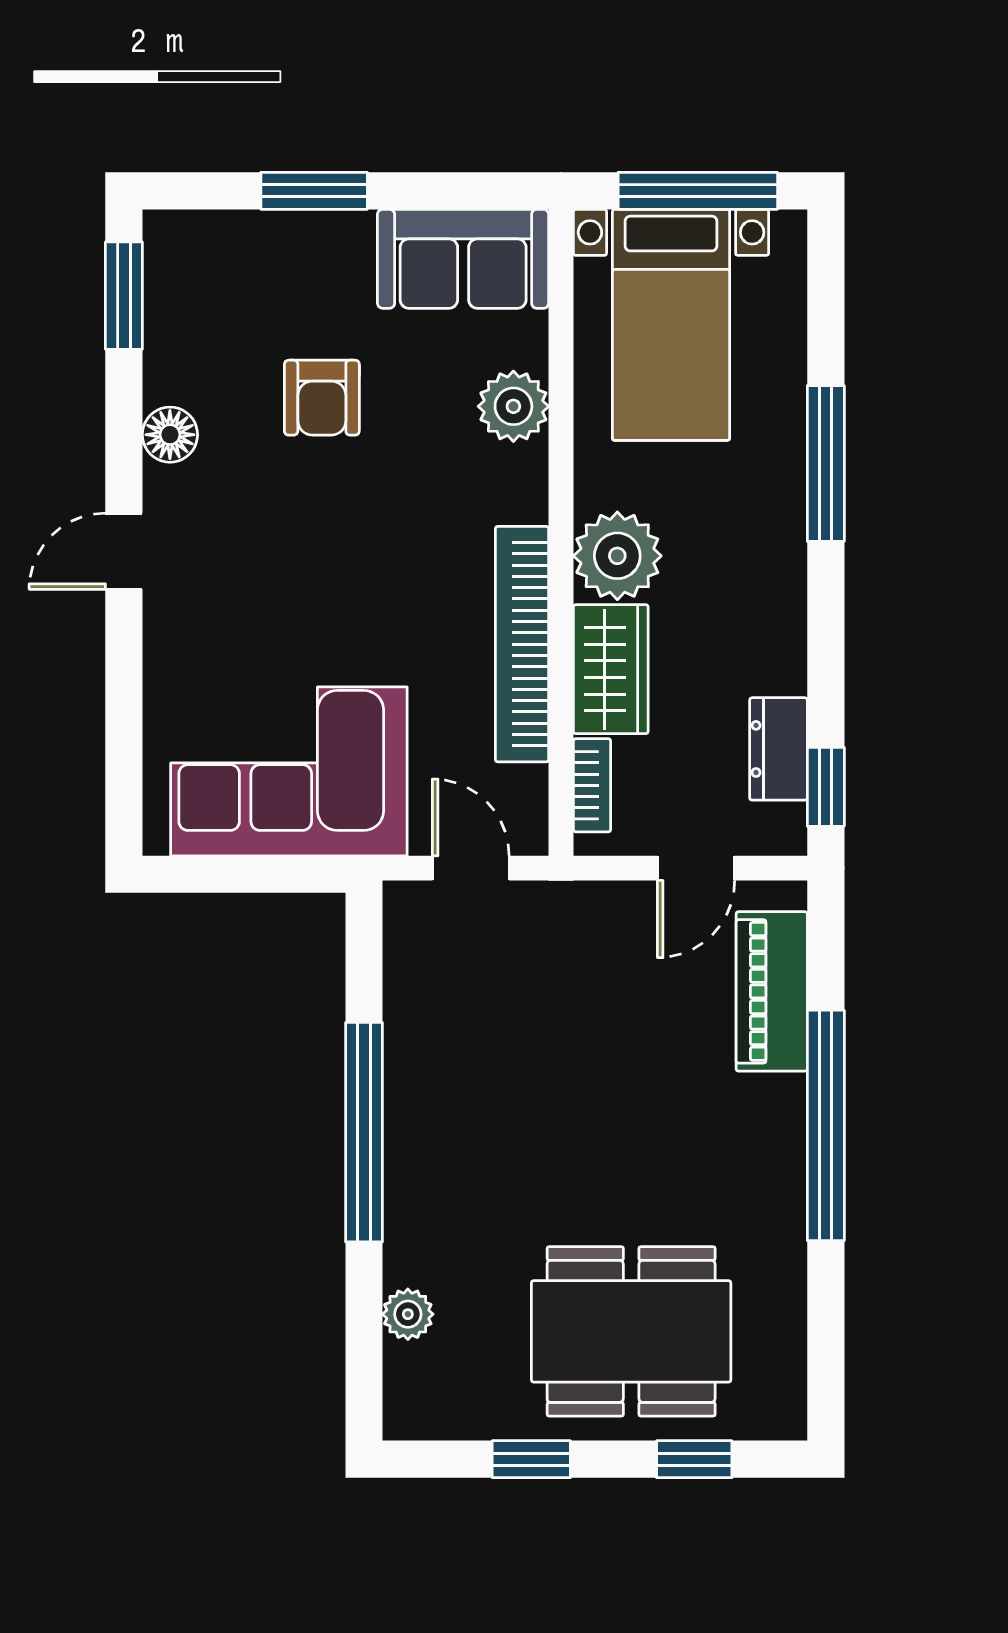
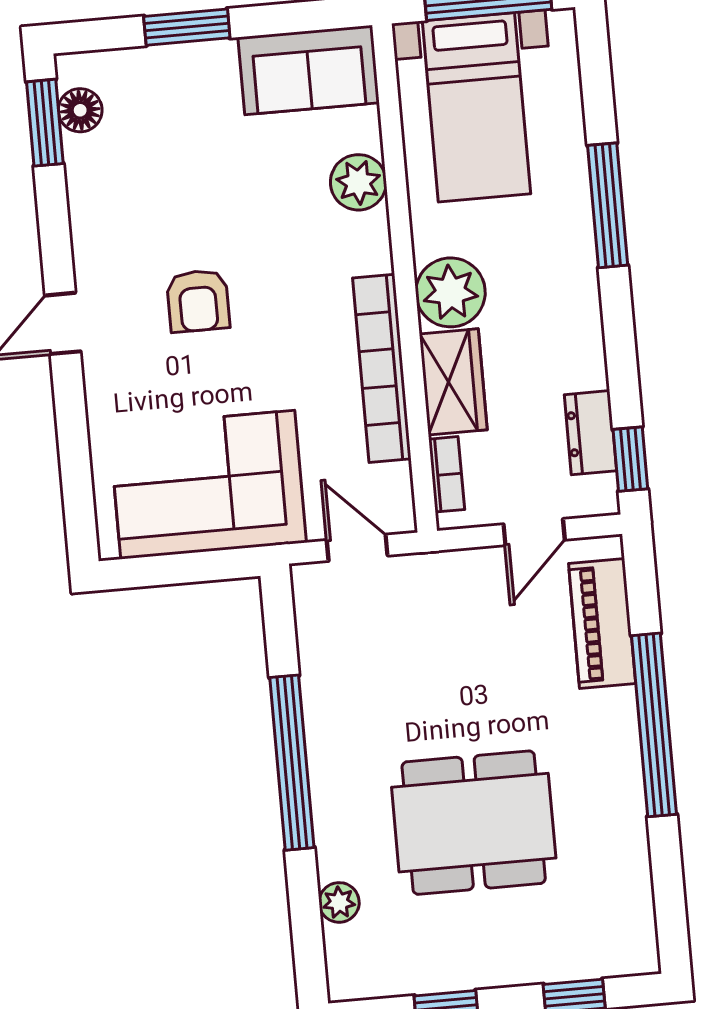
armchair: (322, 398) -> (198, 301), moved
floor lamp: (170, 435) -> (80, 110), moved
dining table: (631, 1331) -> (474, 823), moved

